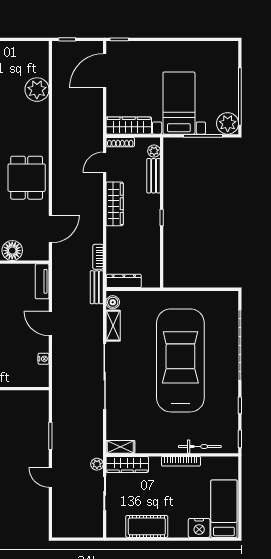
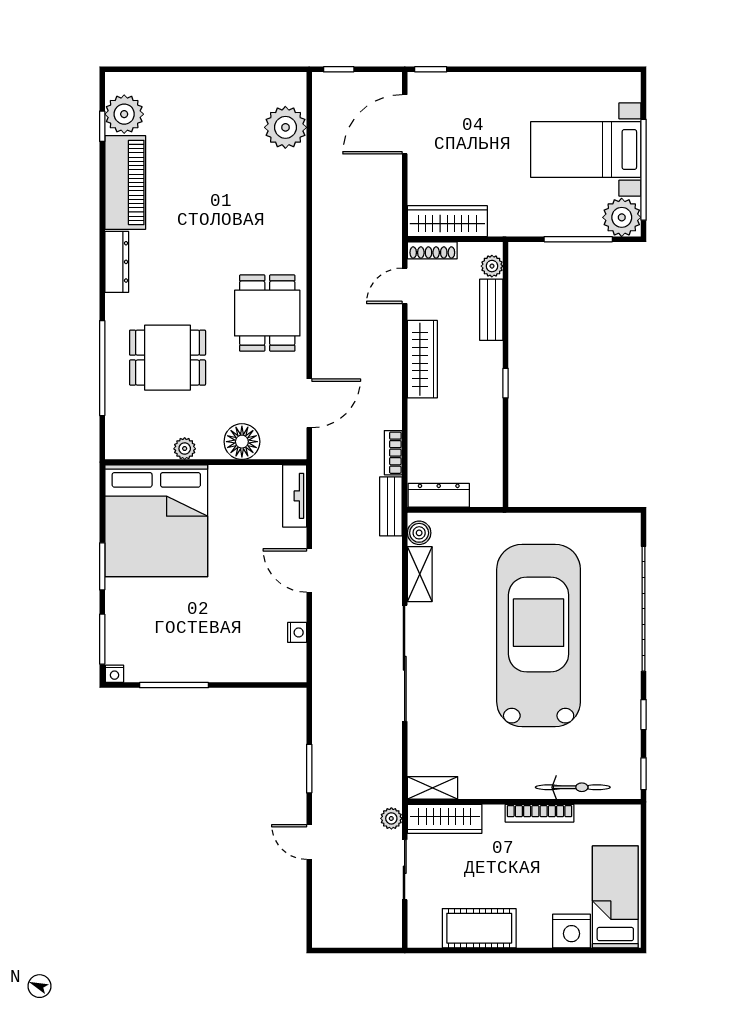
plant: (37, 90) -> (285, 127), moved
bed with nightstands: (179, 103) -> (586, 149), moved, turned -90

